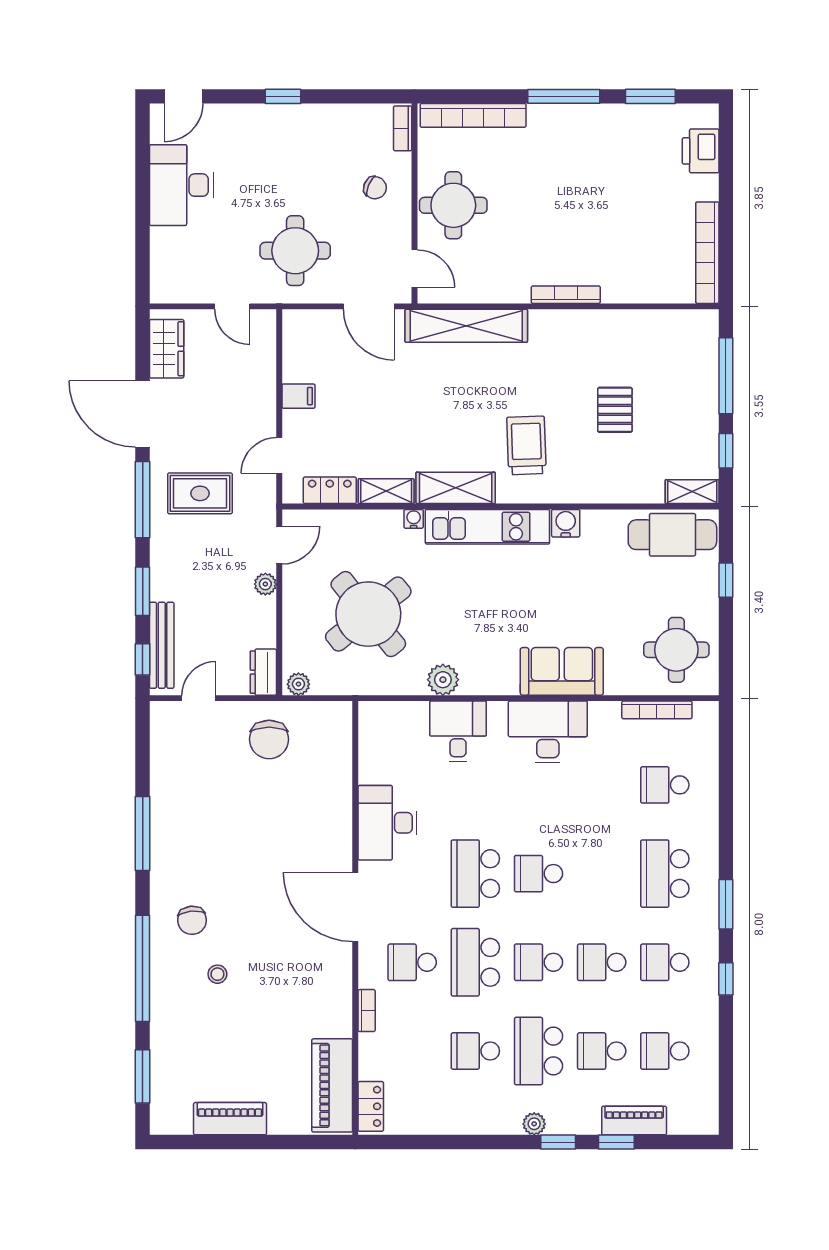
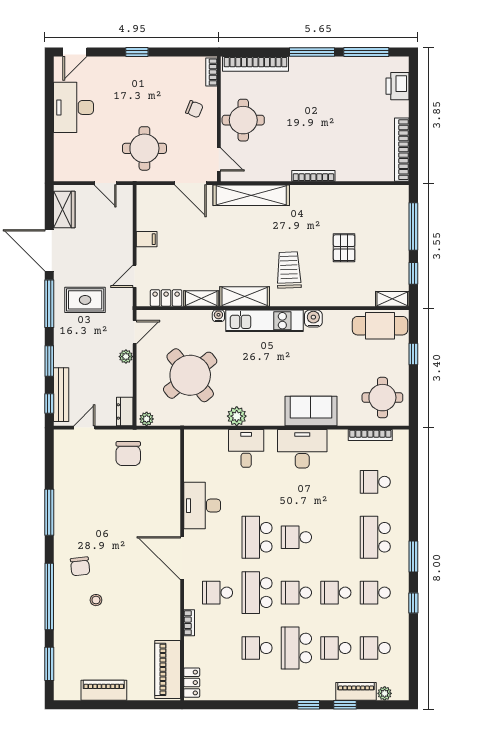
window: (650, 96) -> (366, 52), width x1.44
plant: (534, 1124) -> (385, 693), moved

